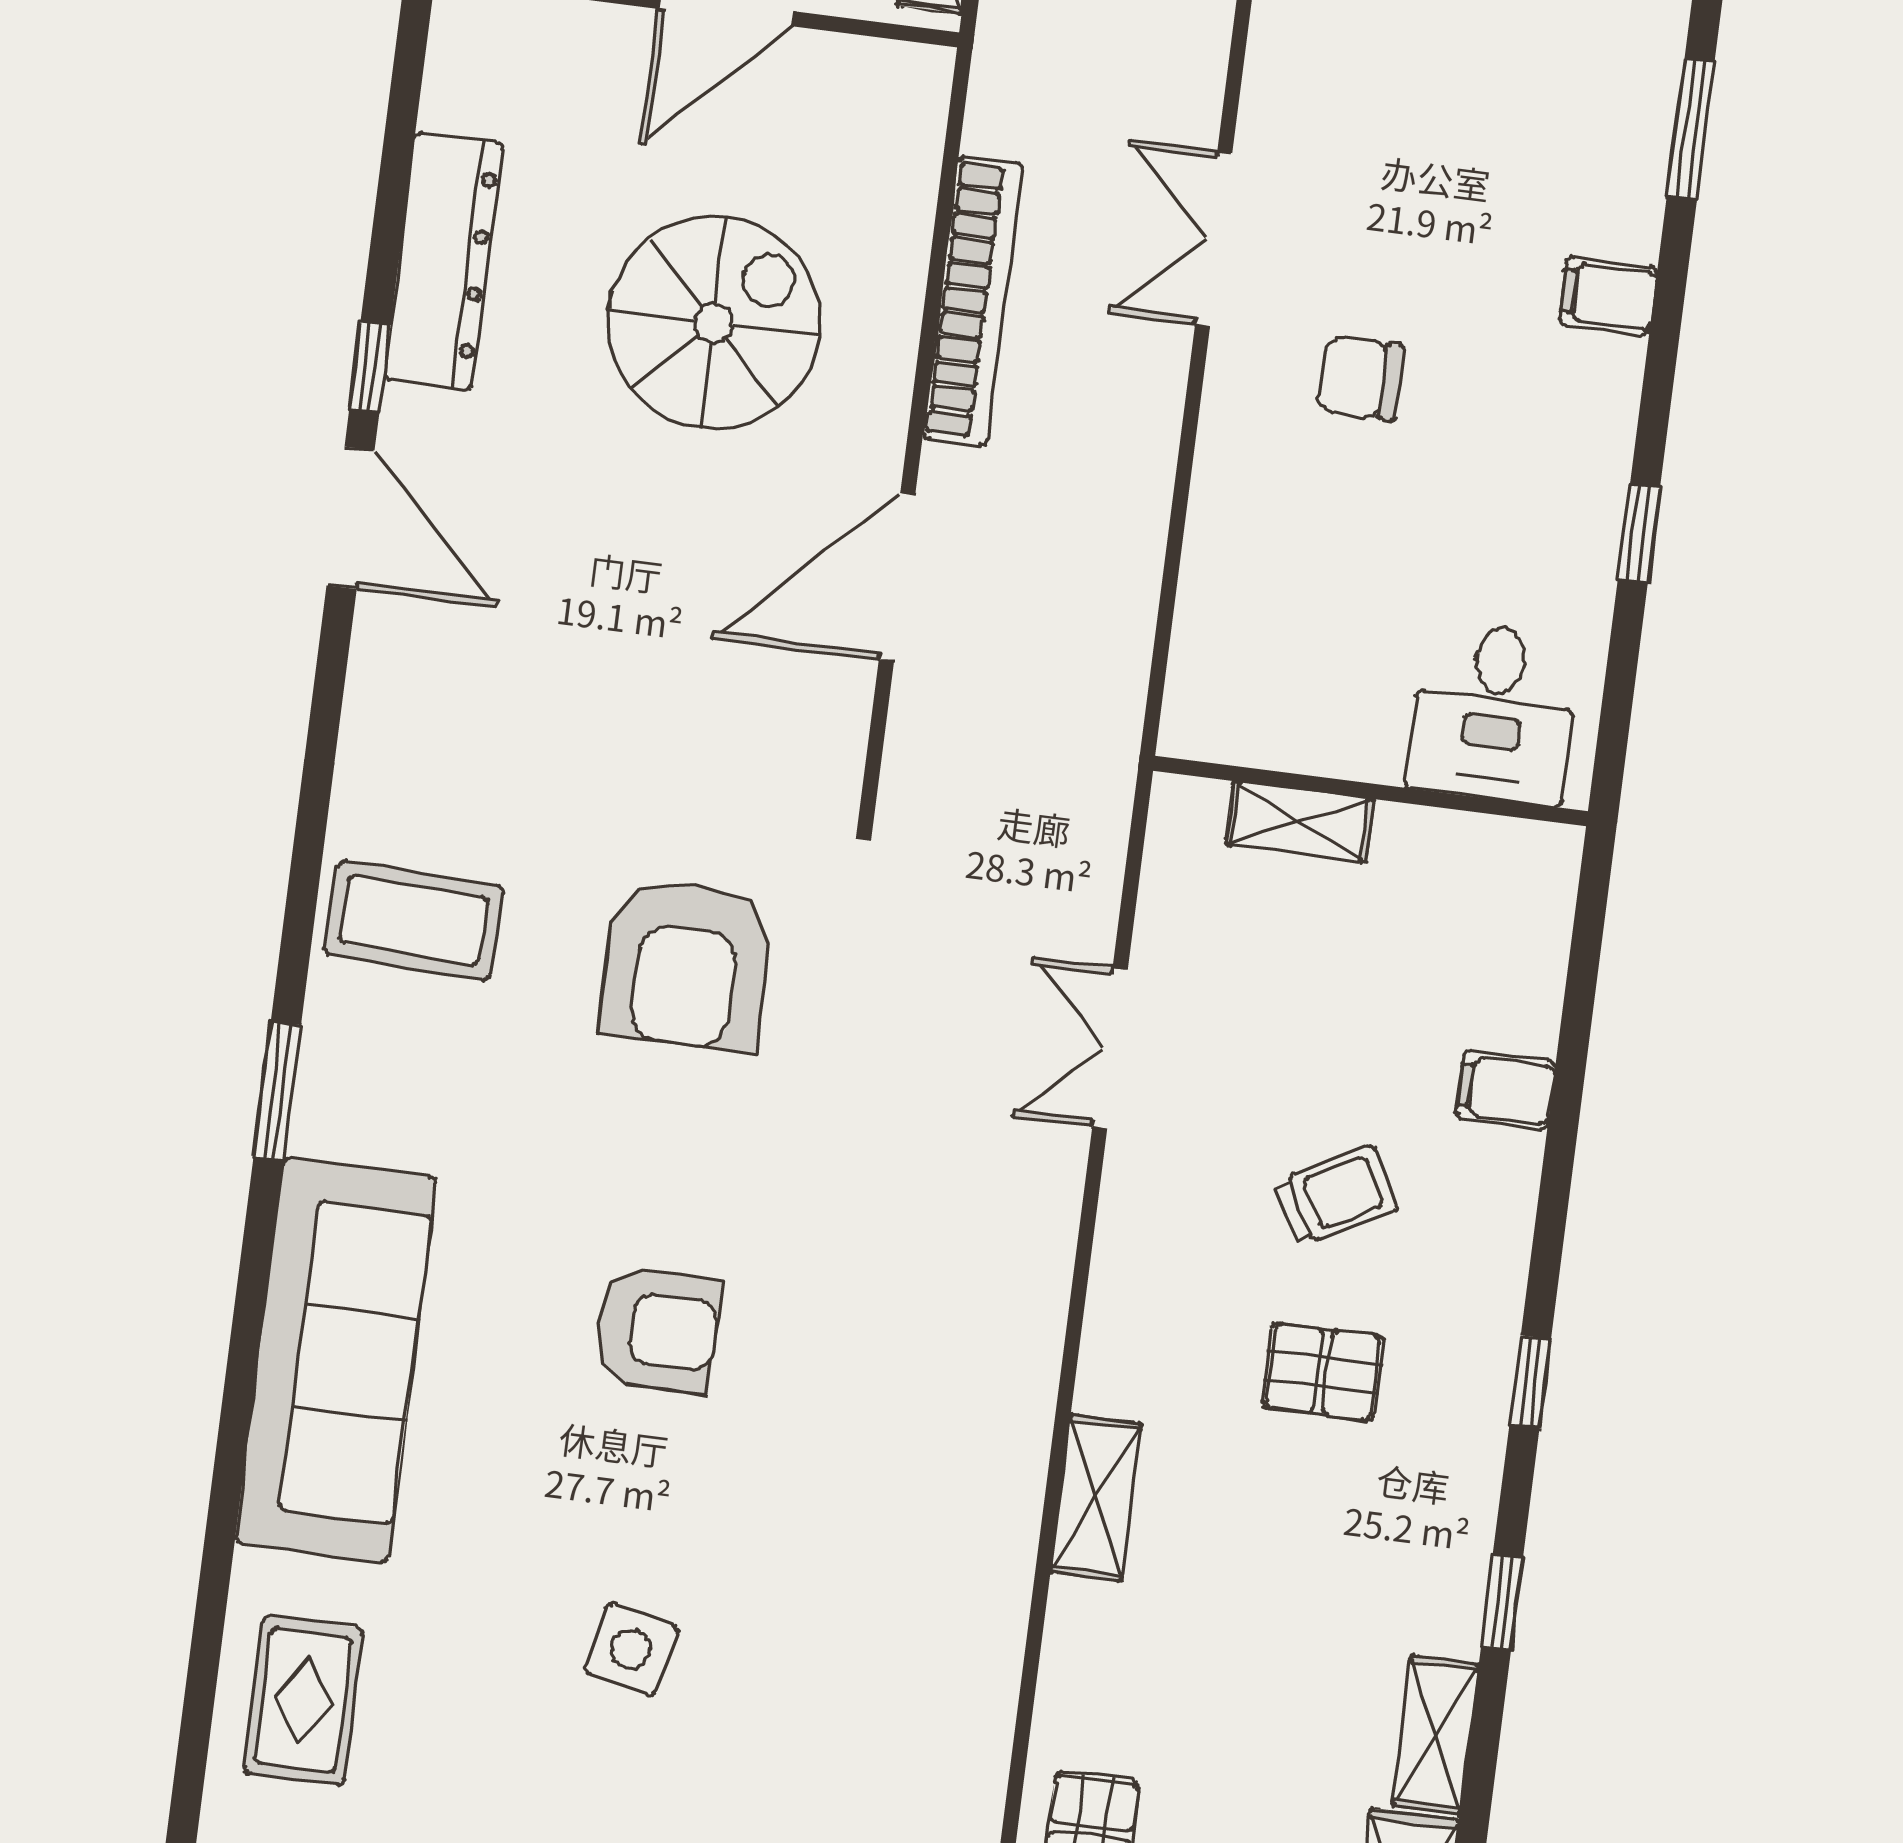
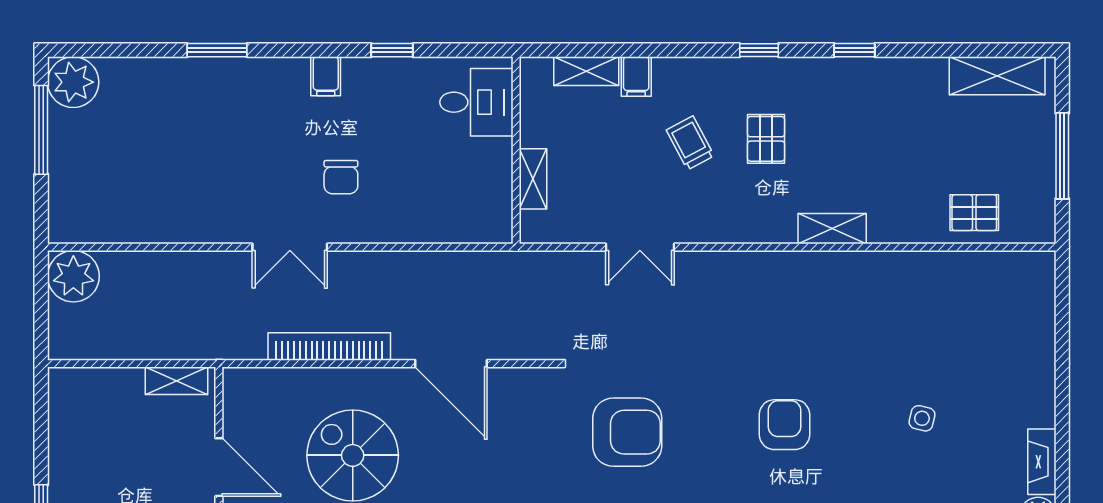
filing cabinet: (1608, 296) -> (326, 76), moved
side table: (631, 1649) -> (922, 418), width x0.73, depth x0.73
shelving: (1436, 1735) -> (586, 71), moved

